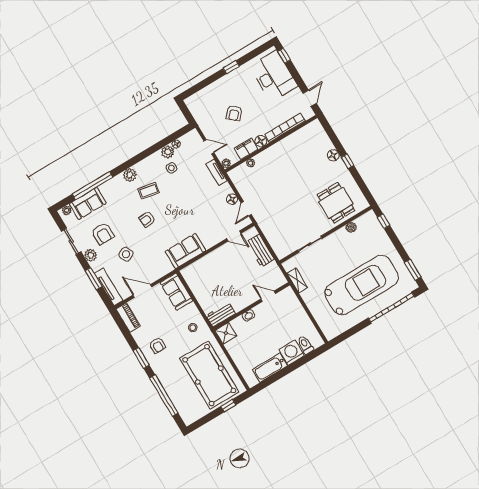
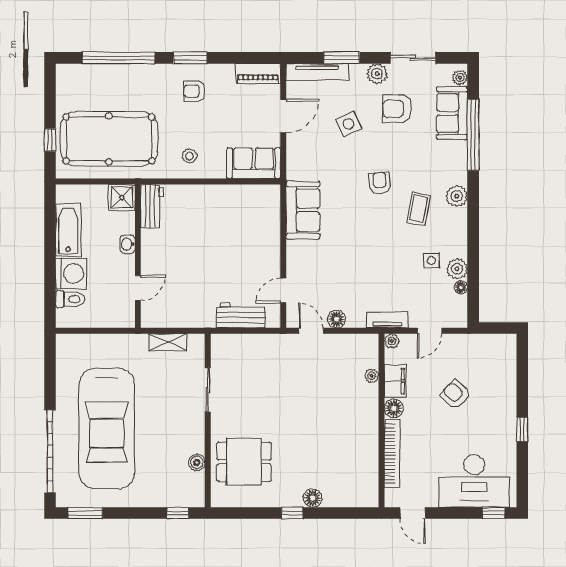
door: (268, 296) -> (138, 288), moved
wall: (251, 306) -> (138, 256), moved
workbench: (221, 315) -> (152, 206), moved
washbasin: (248, 315) -> (128, 244), moved
shower: (226, 333) -> (122, 198), moved

